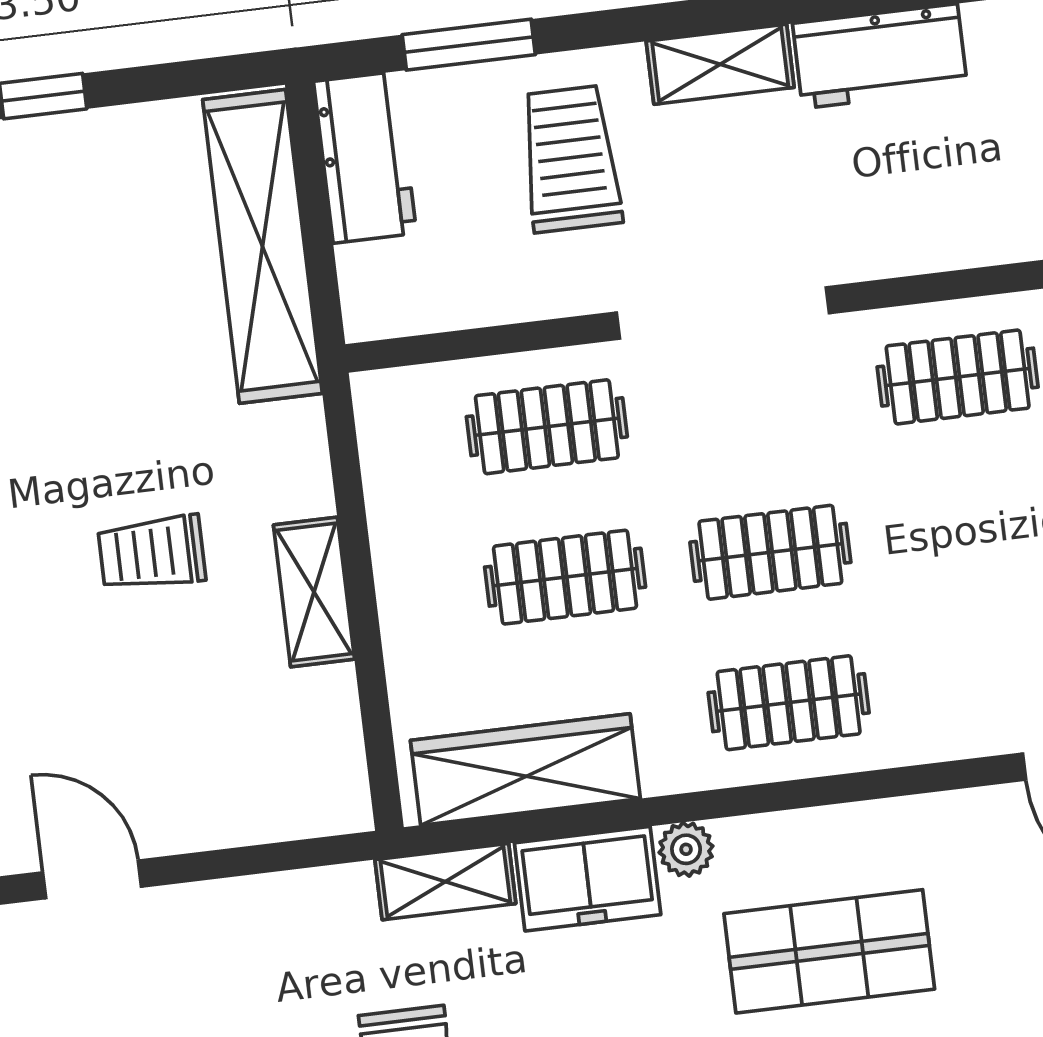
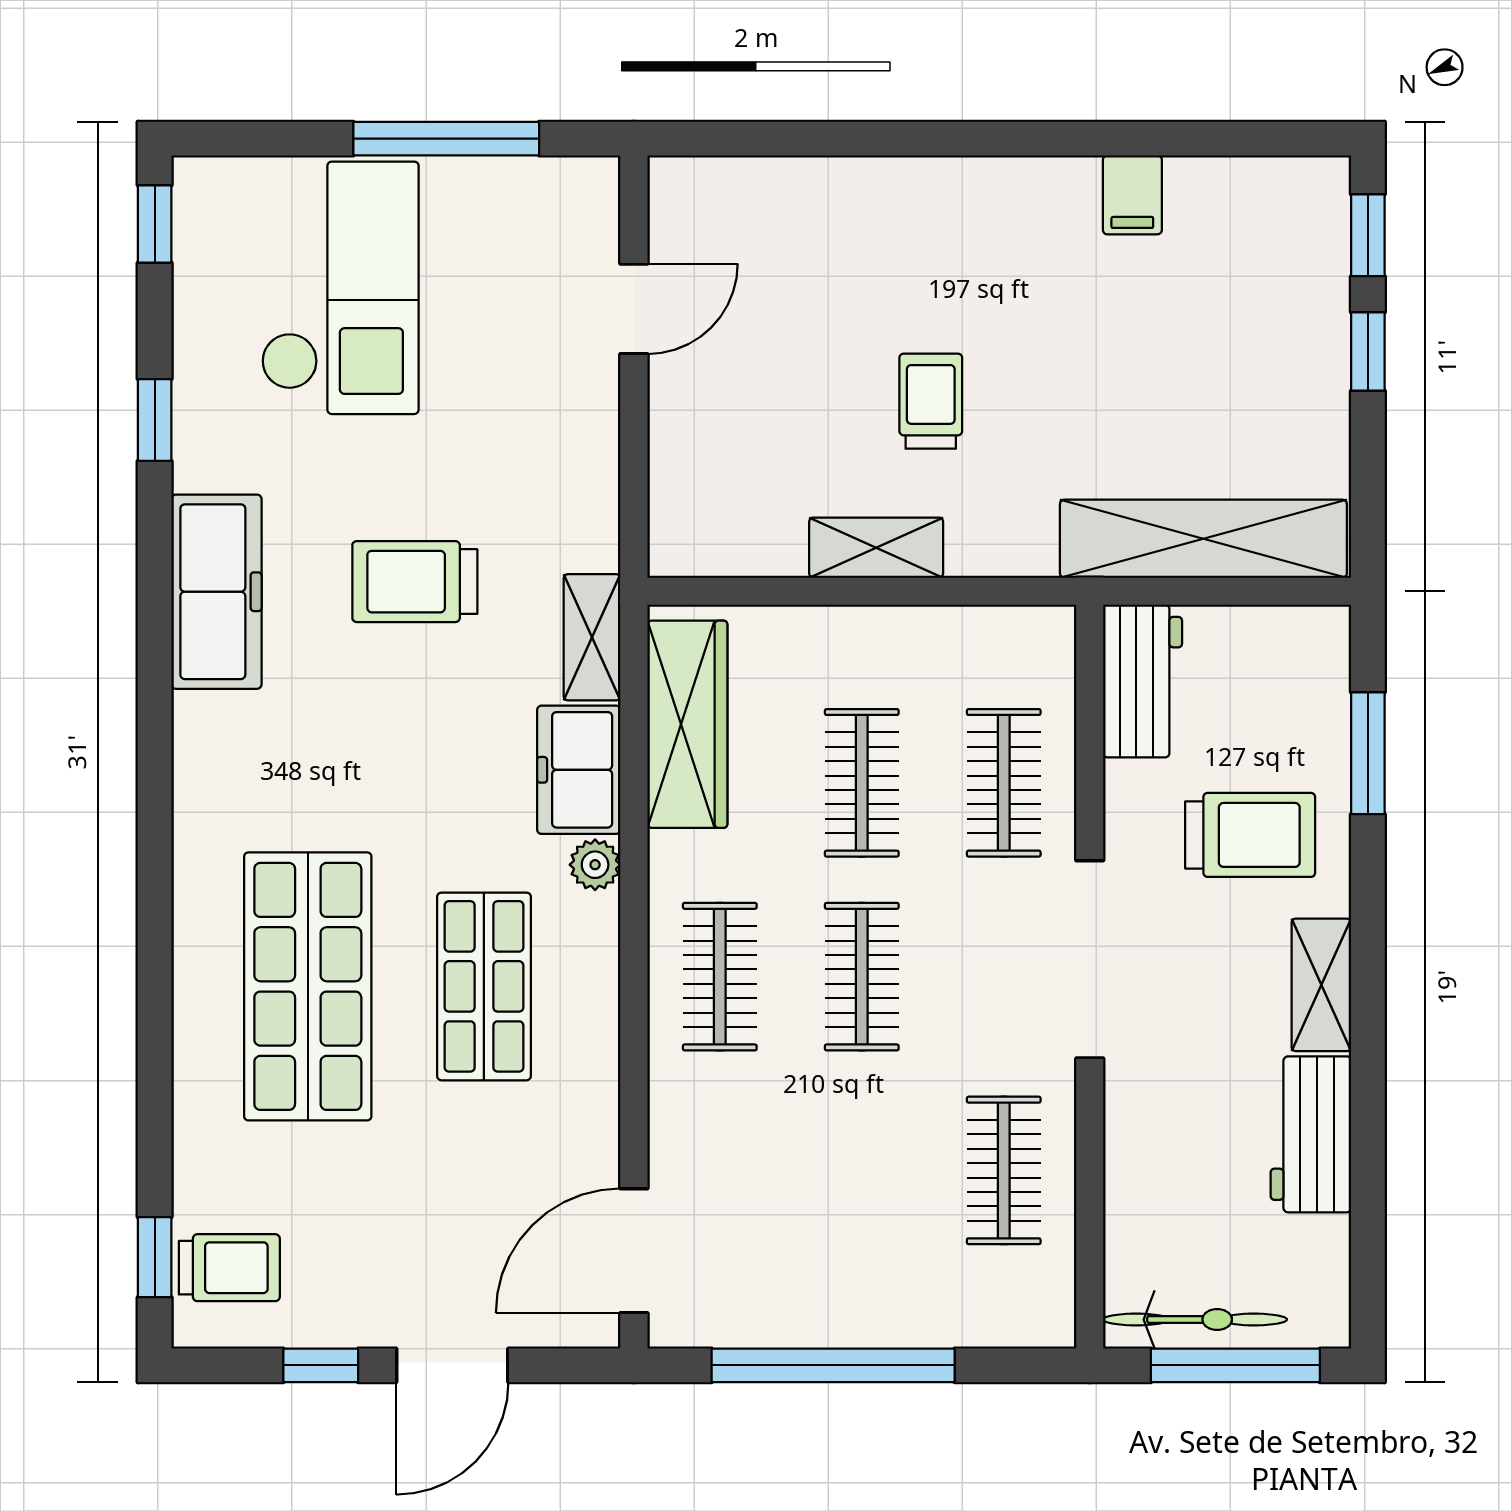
workbench: (365, 157) -> (1143, 681), moved, turned -90

